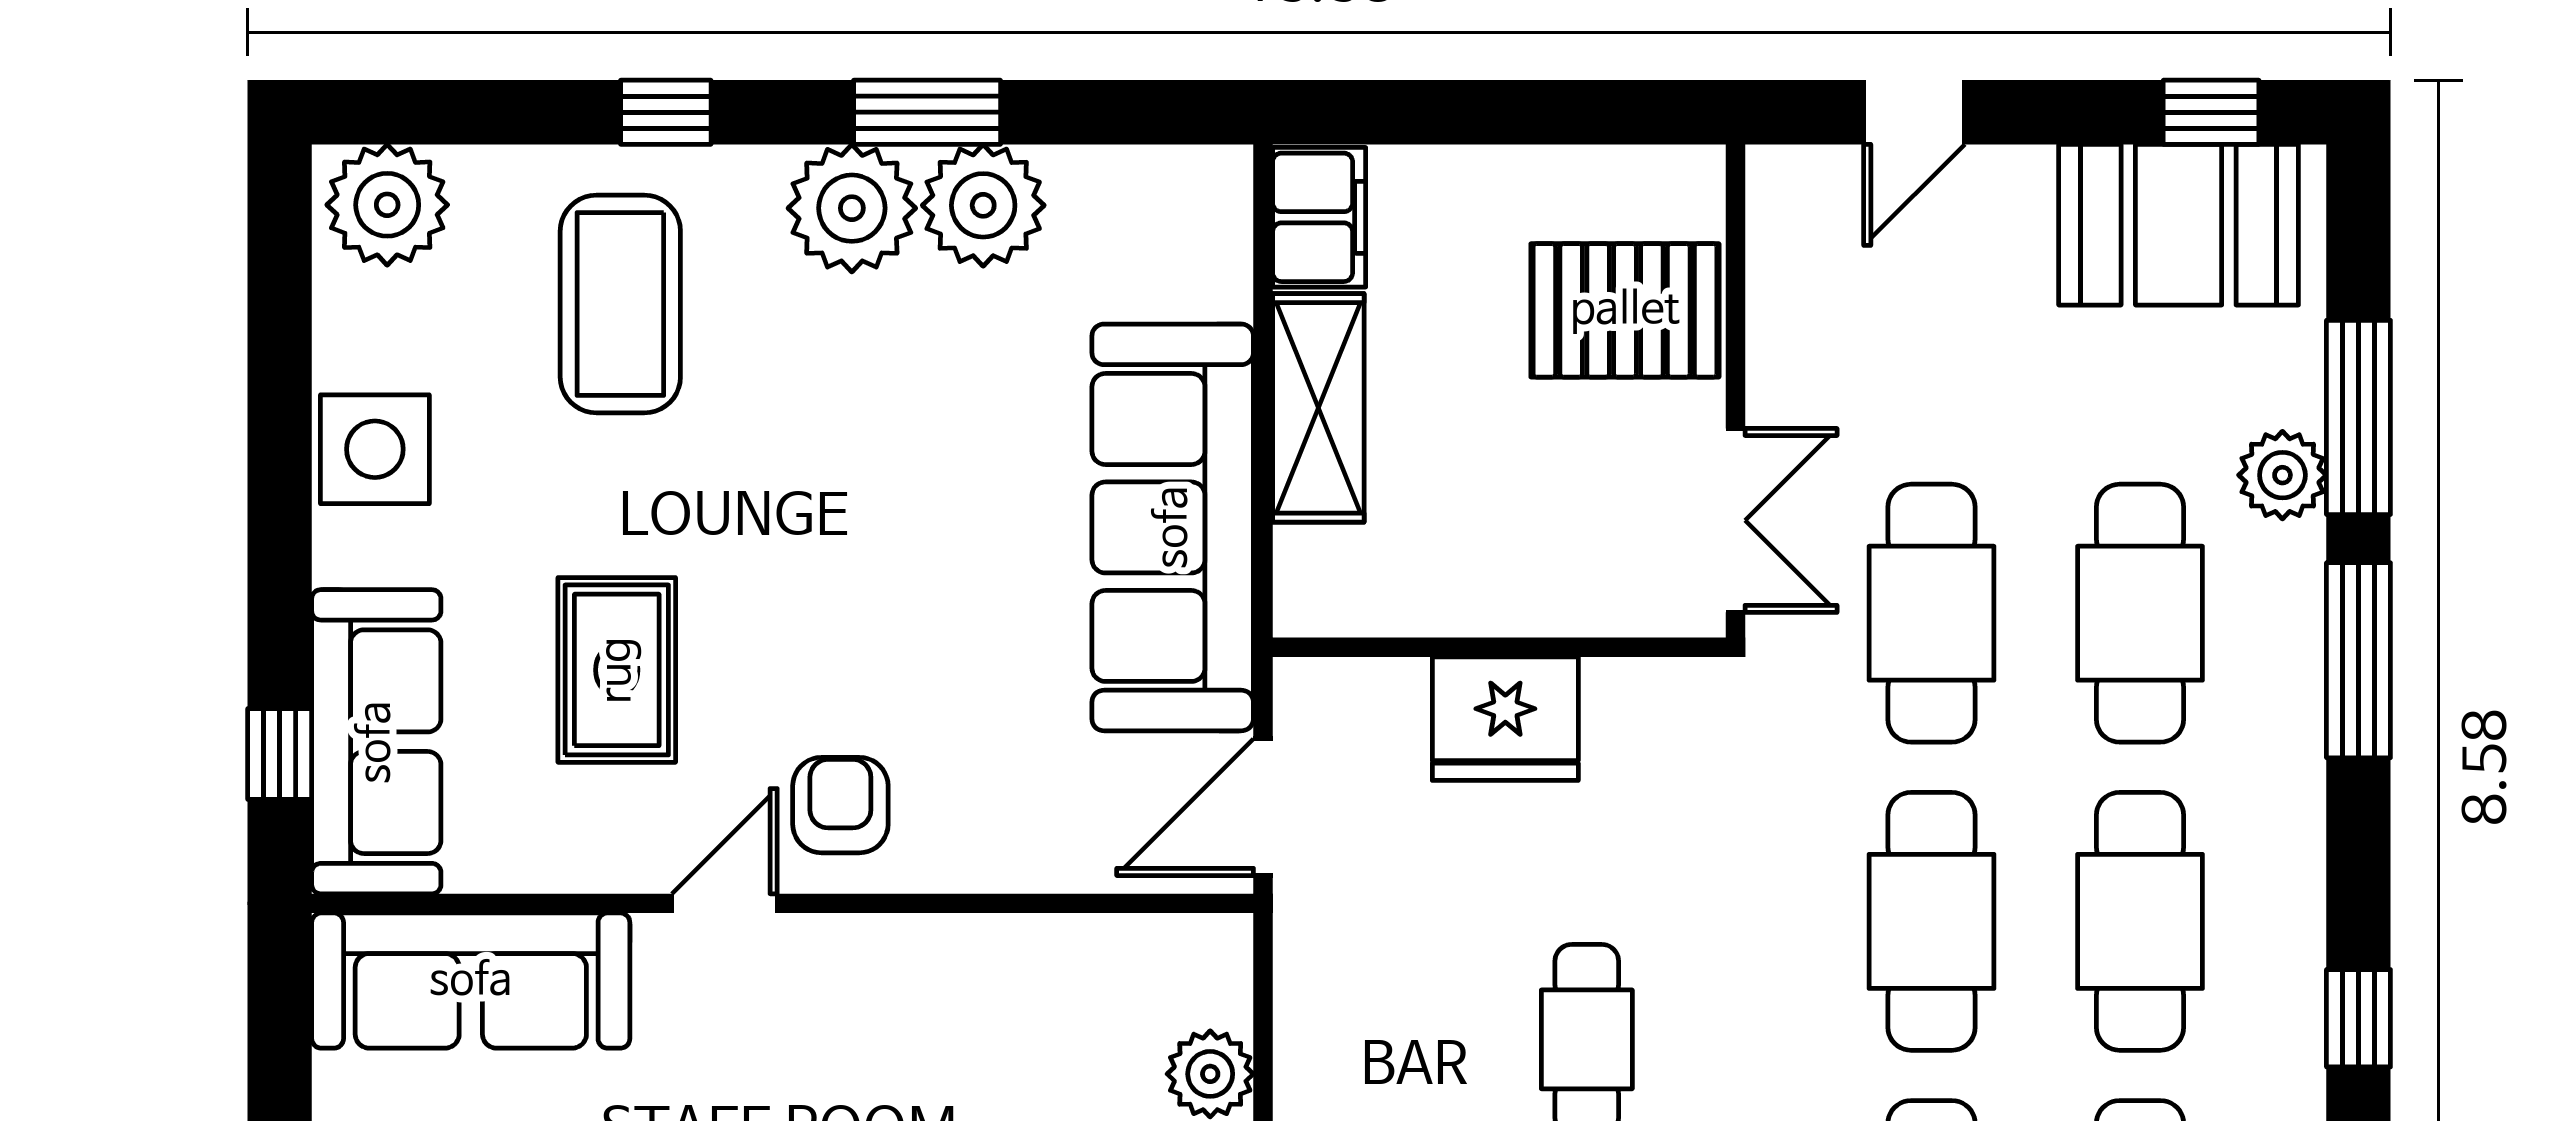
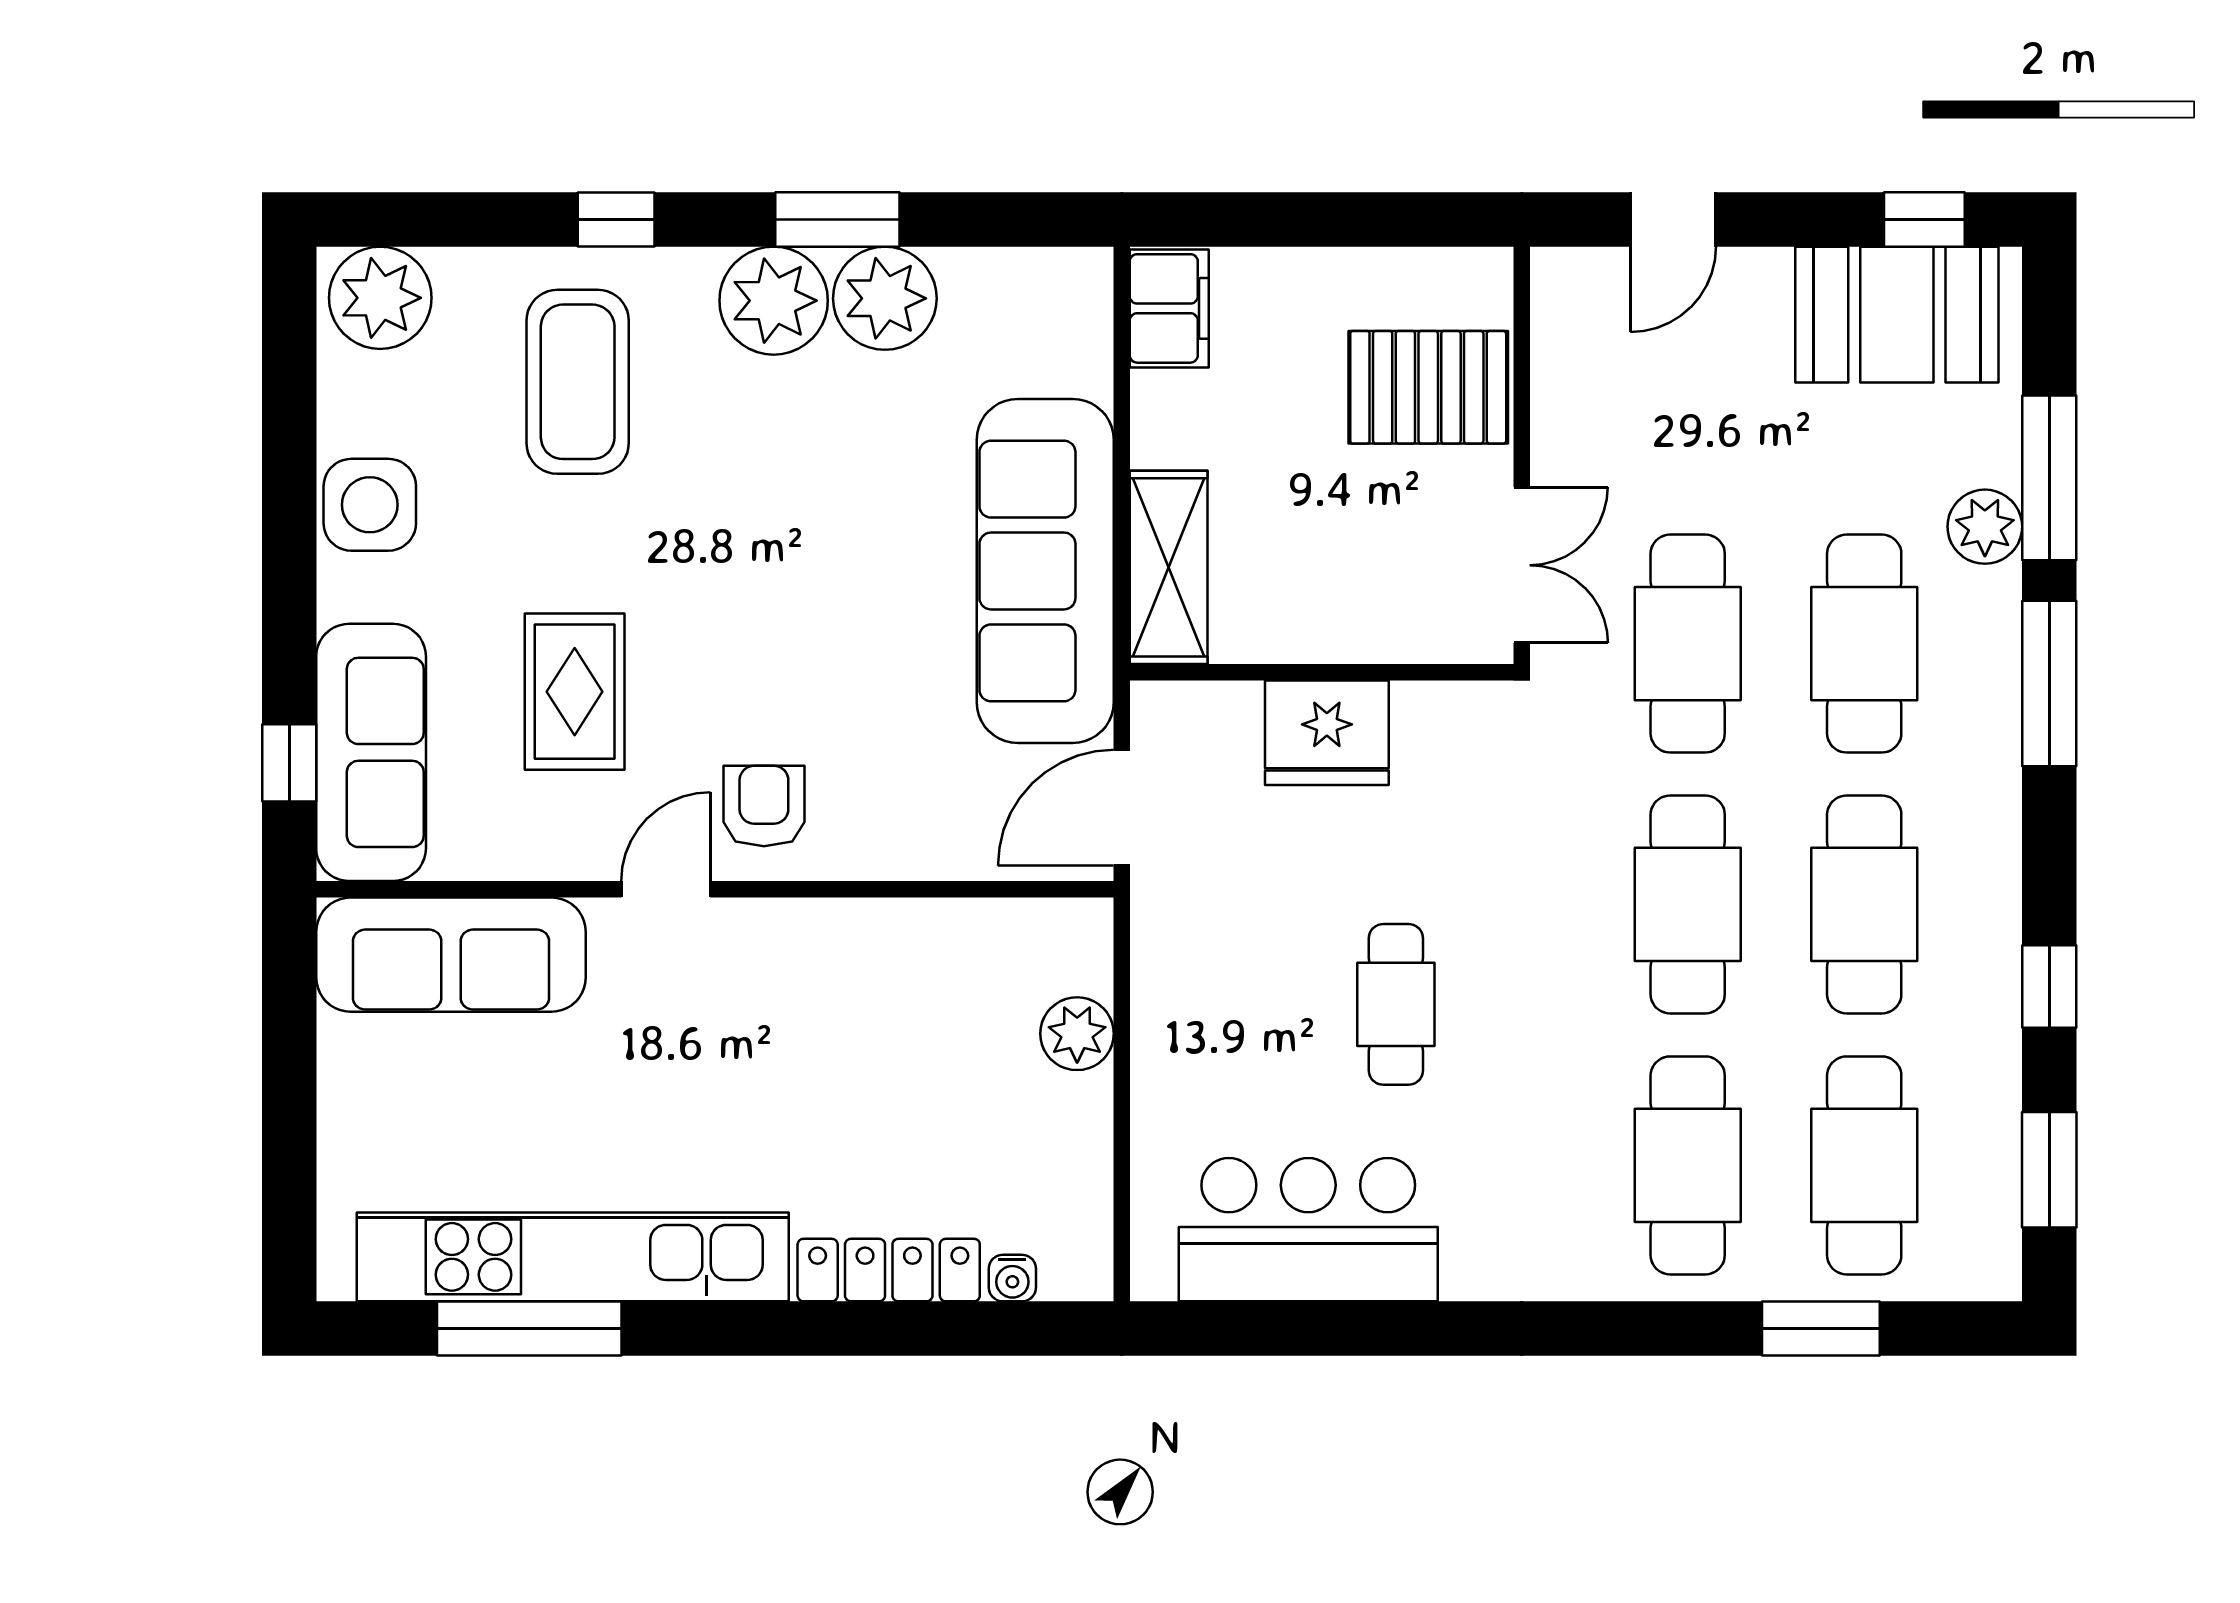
shelving: (1318, 408) -> (1169, 567), moved

